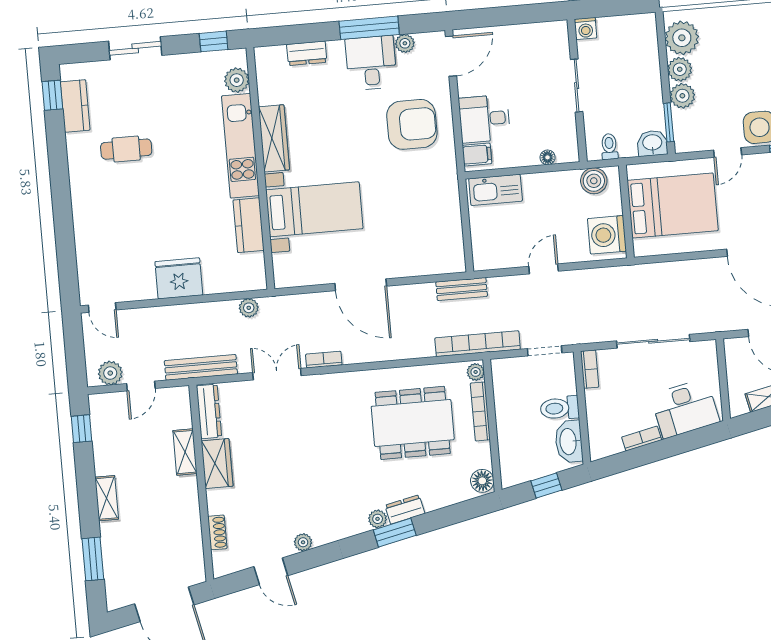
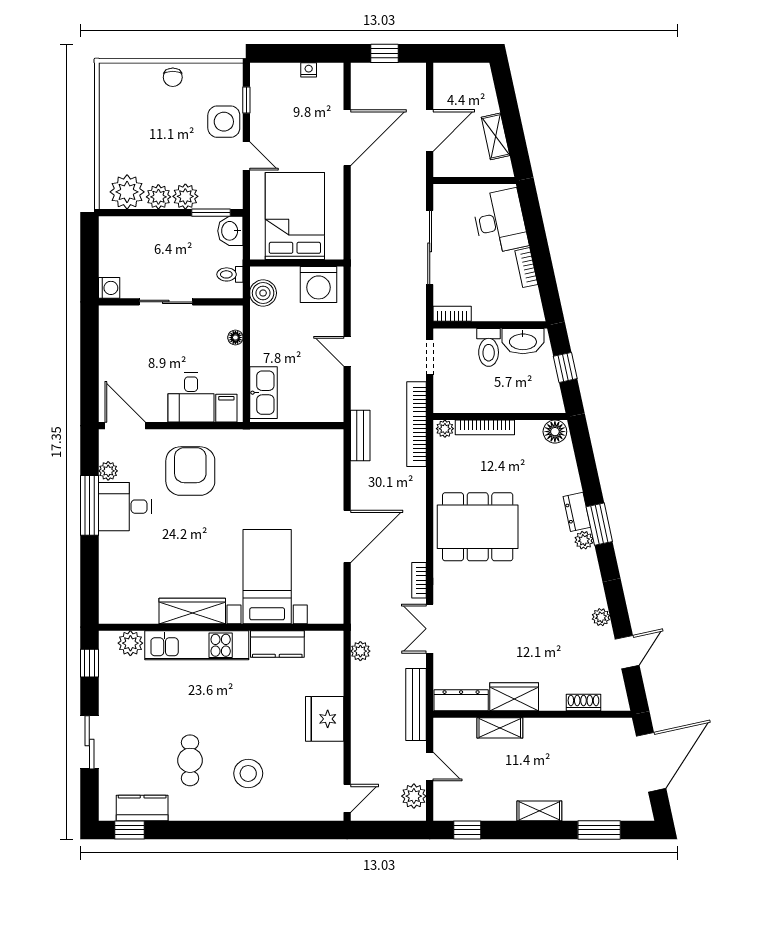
dresser: (307, 53) -> (110, 570), removed
stool: (118, 208) -> (248, 773), added
dining table: (413, 423) -> (478, 527), moved, turned 90

